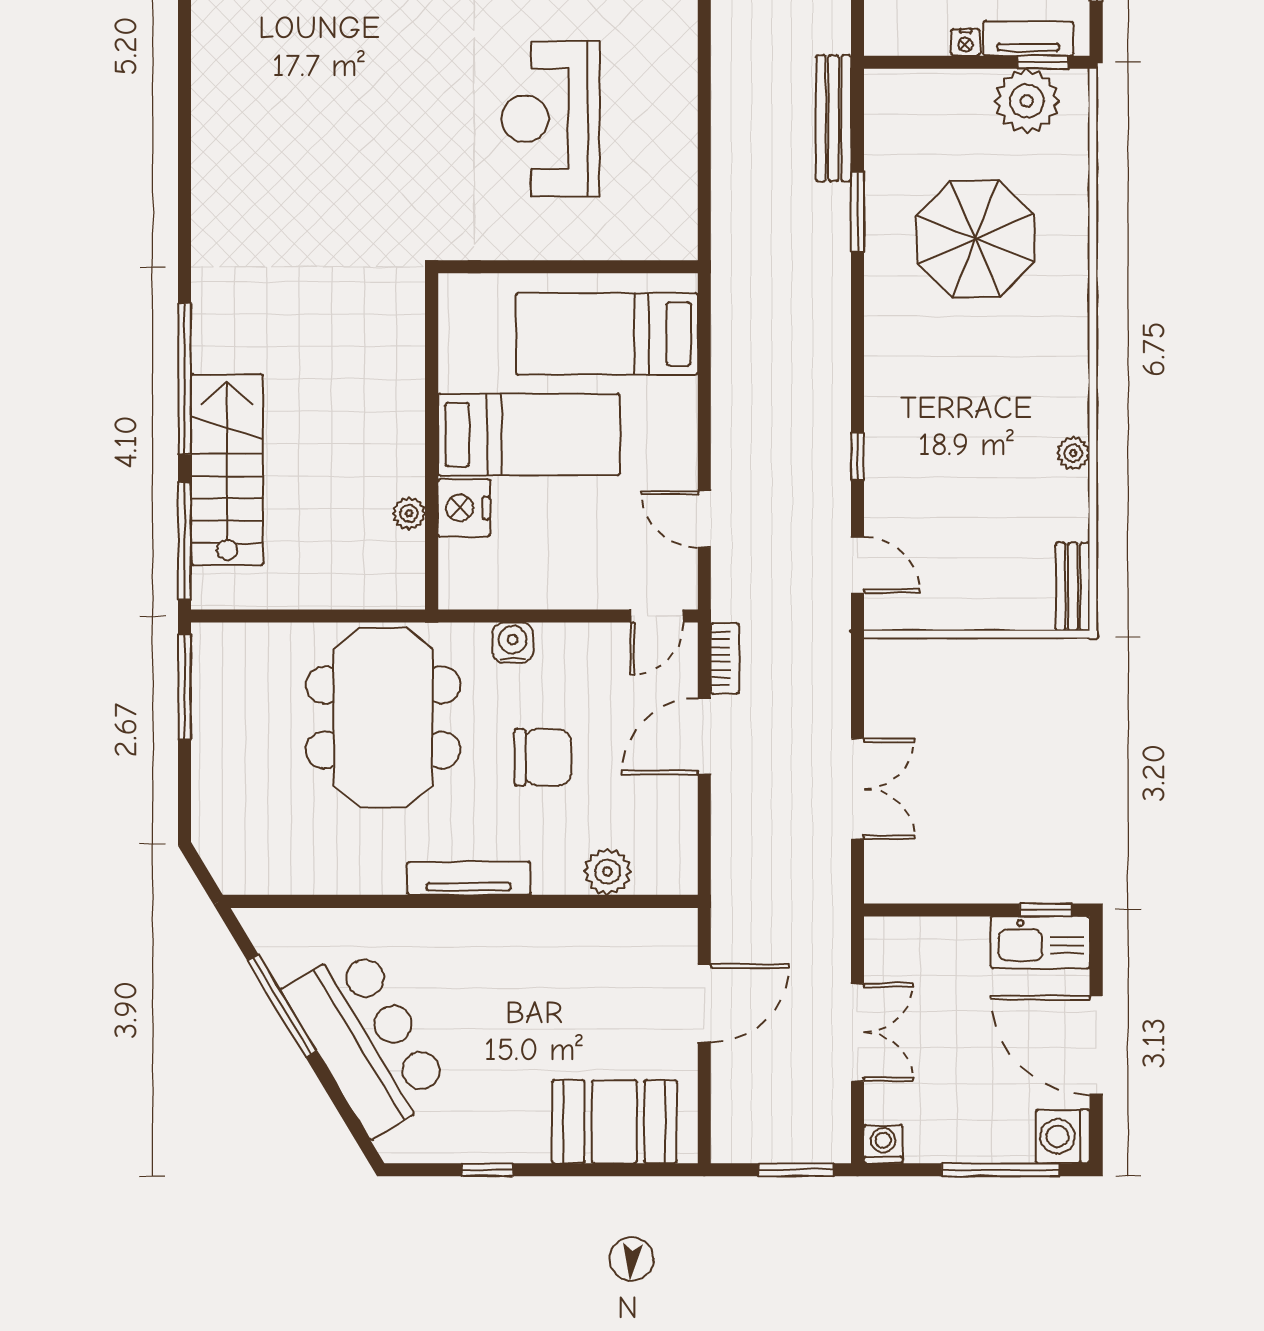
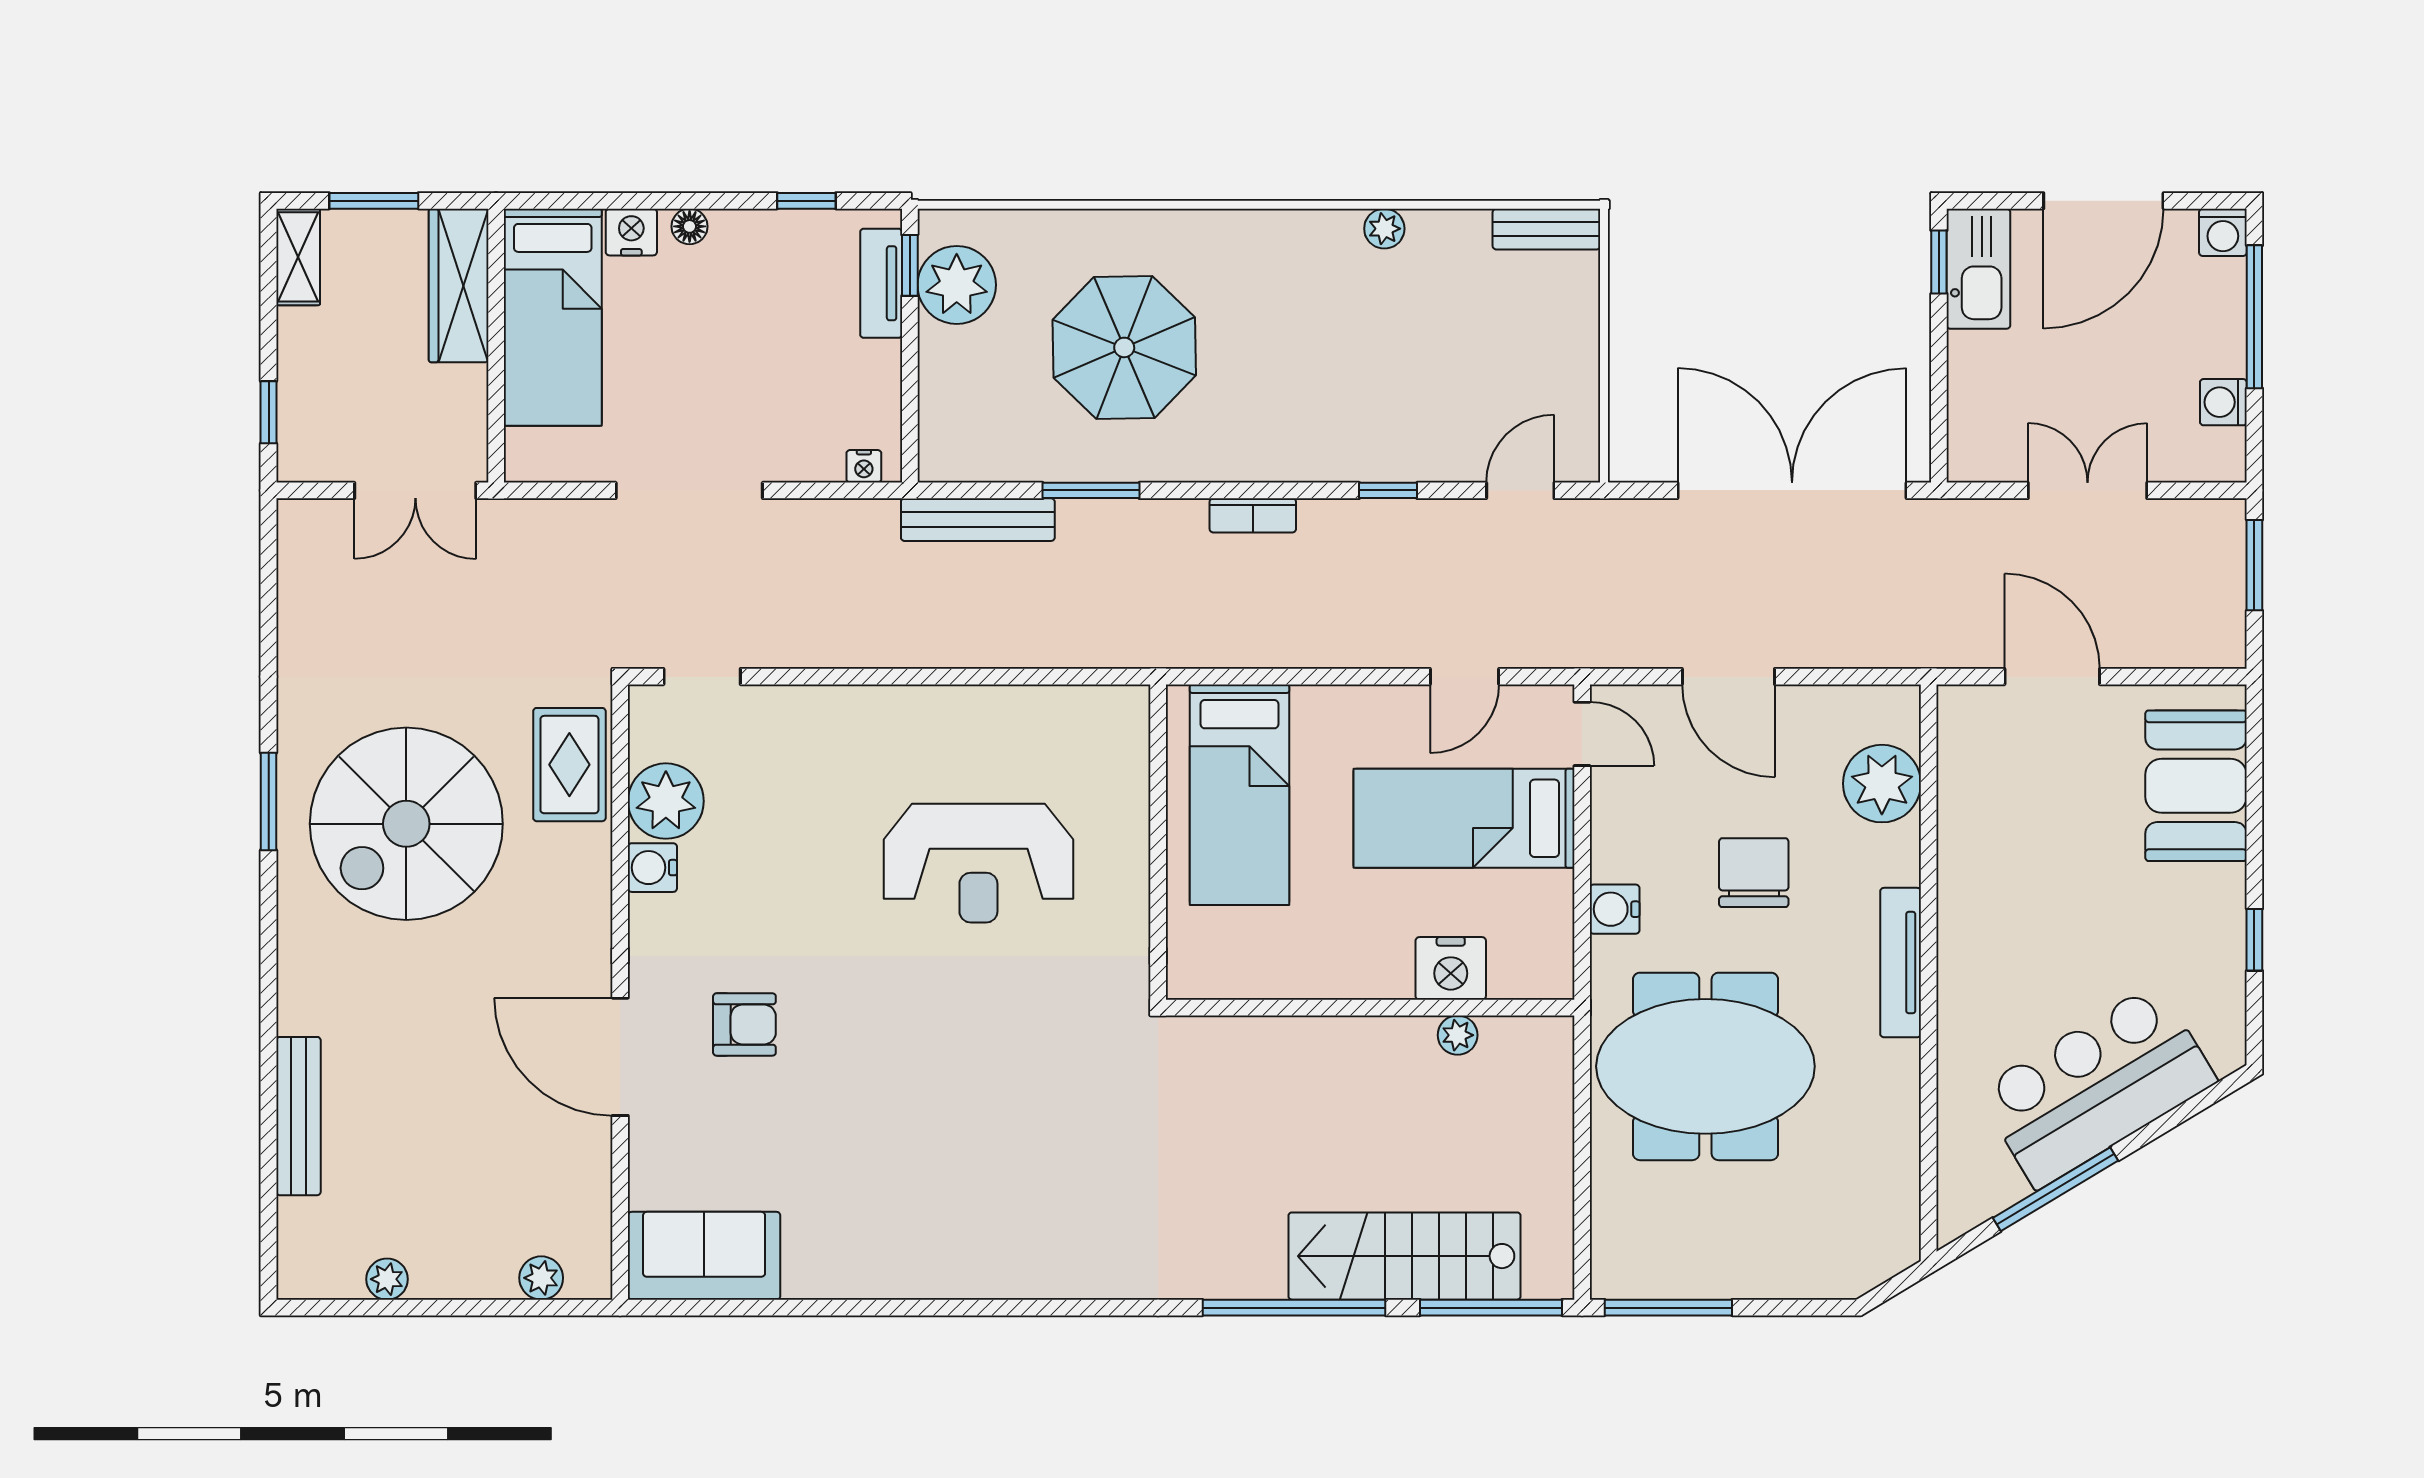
nightstand: (965, 42) -> (864, 466), moved, turned 90
bed: (529, 435) -> (1464, 818), moved, turned -90
bookcase: (725, 658) -> (1253, 515), moved, turned 180
double door: (858, 789) -> (1792, 490), width x1.87
plant: (608, 871) -> (1882, 784), width x1.36, depth x1.36
washing machine: (1063, 1136) -> (2223, 232), width x0.73, depth x0.73
washing machine: (883, 1144) -> (2223, 402), moved

